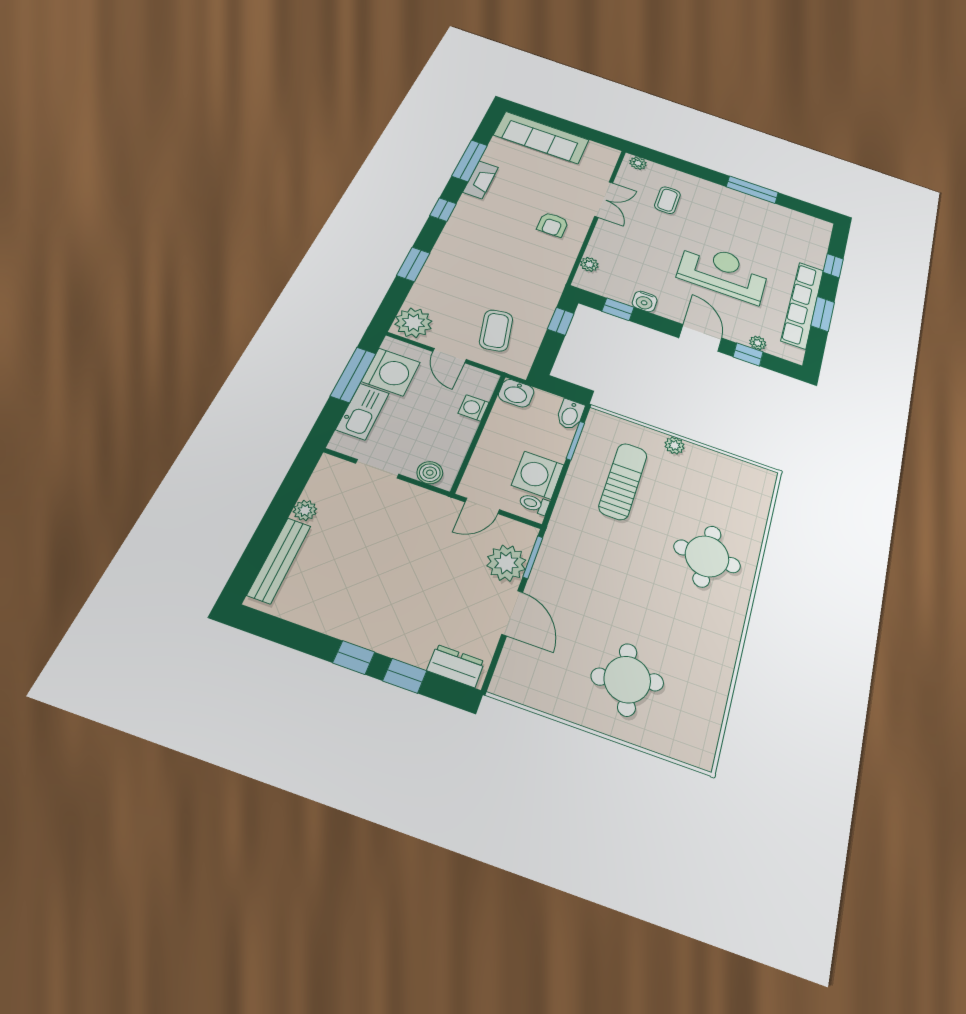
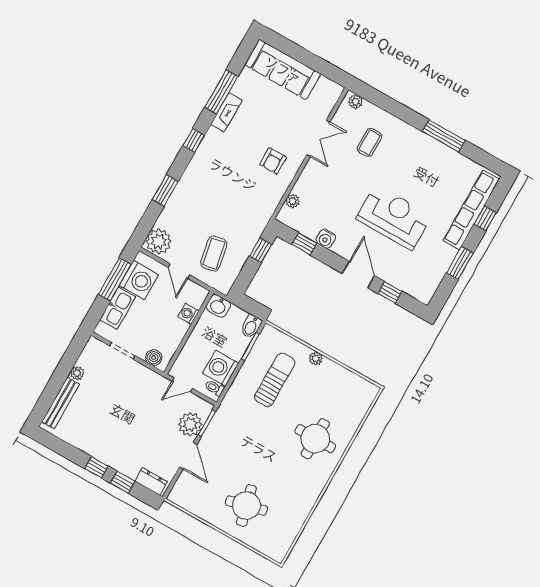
row of seats: (803, 305) -> (471, 210), moved
plant: (758, 343) -> (400, 283), removed

